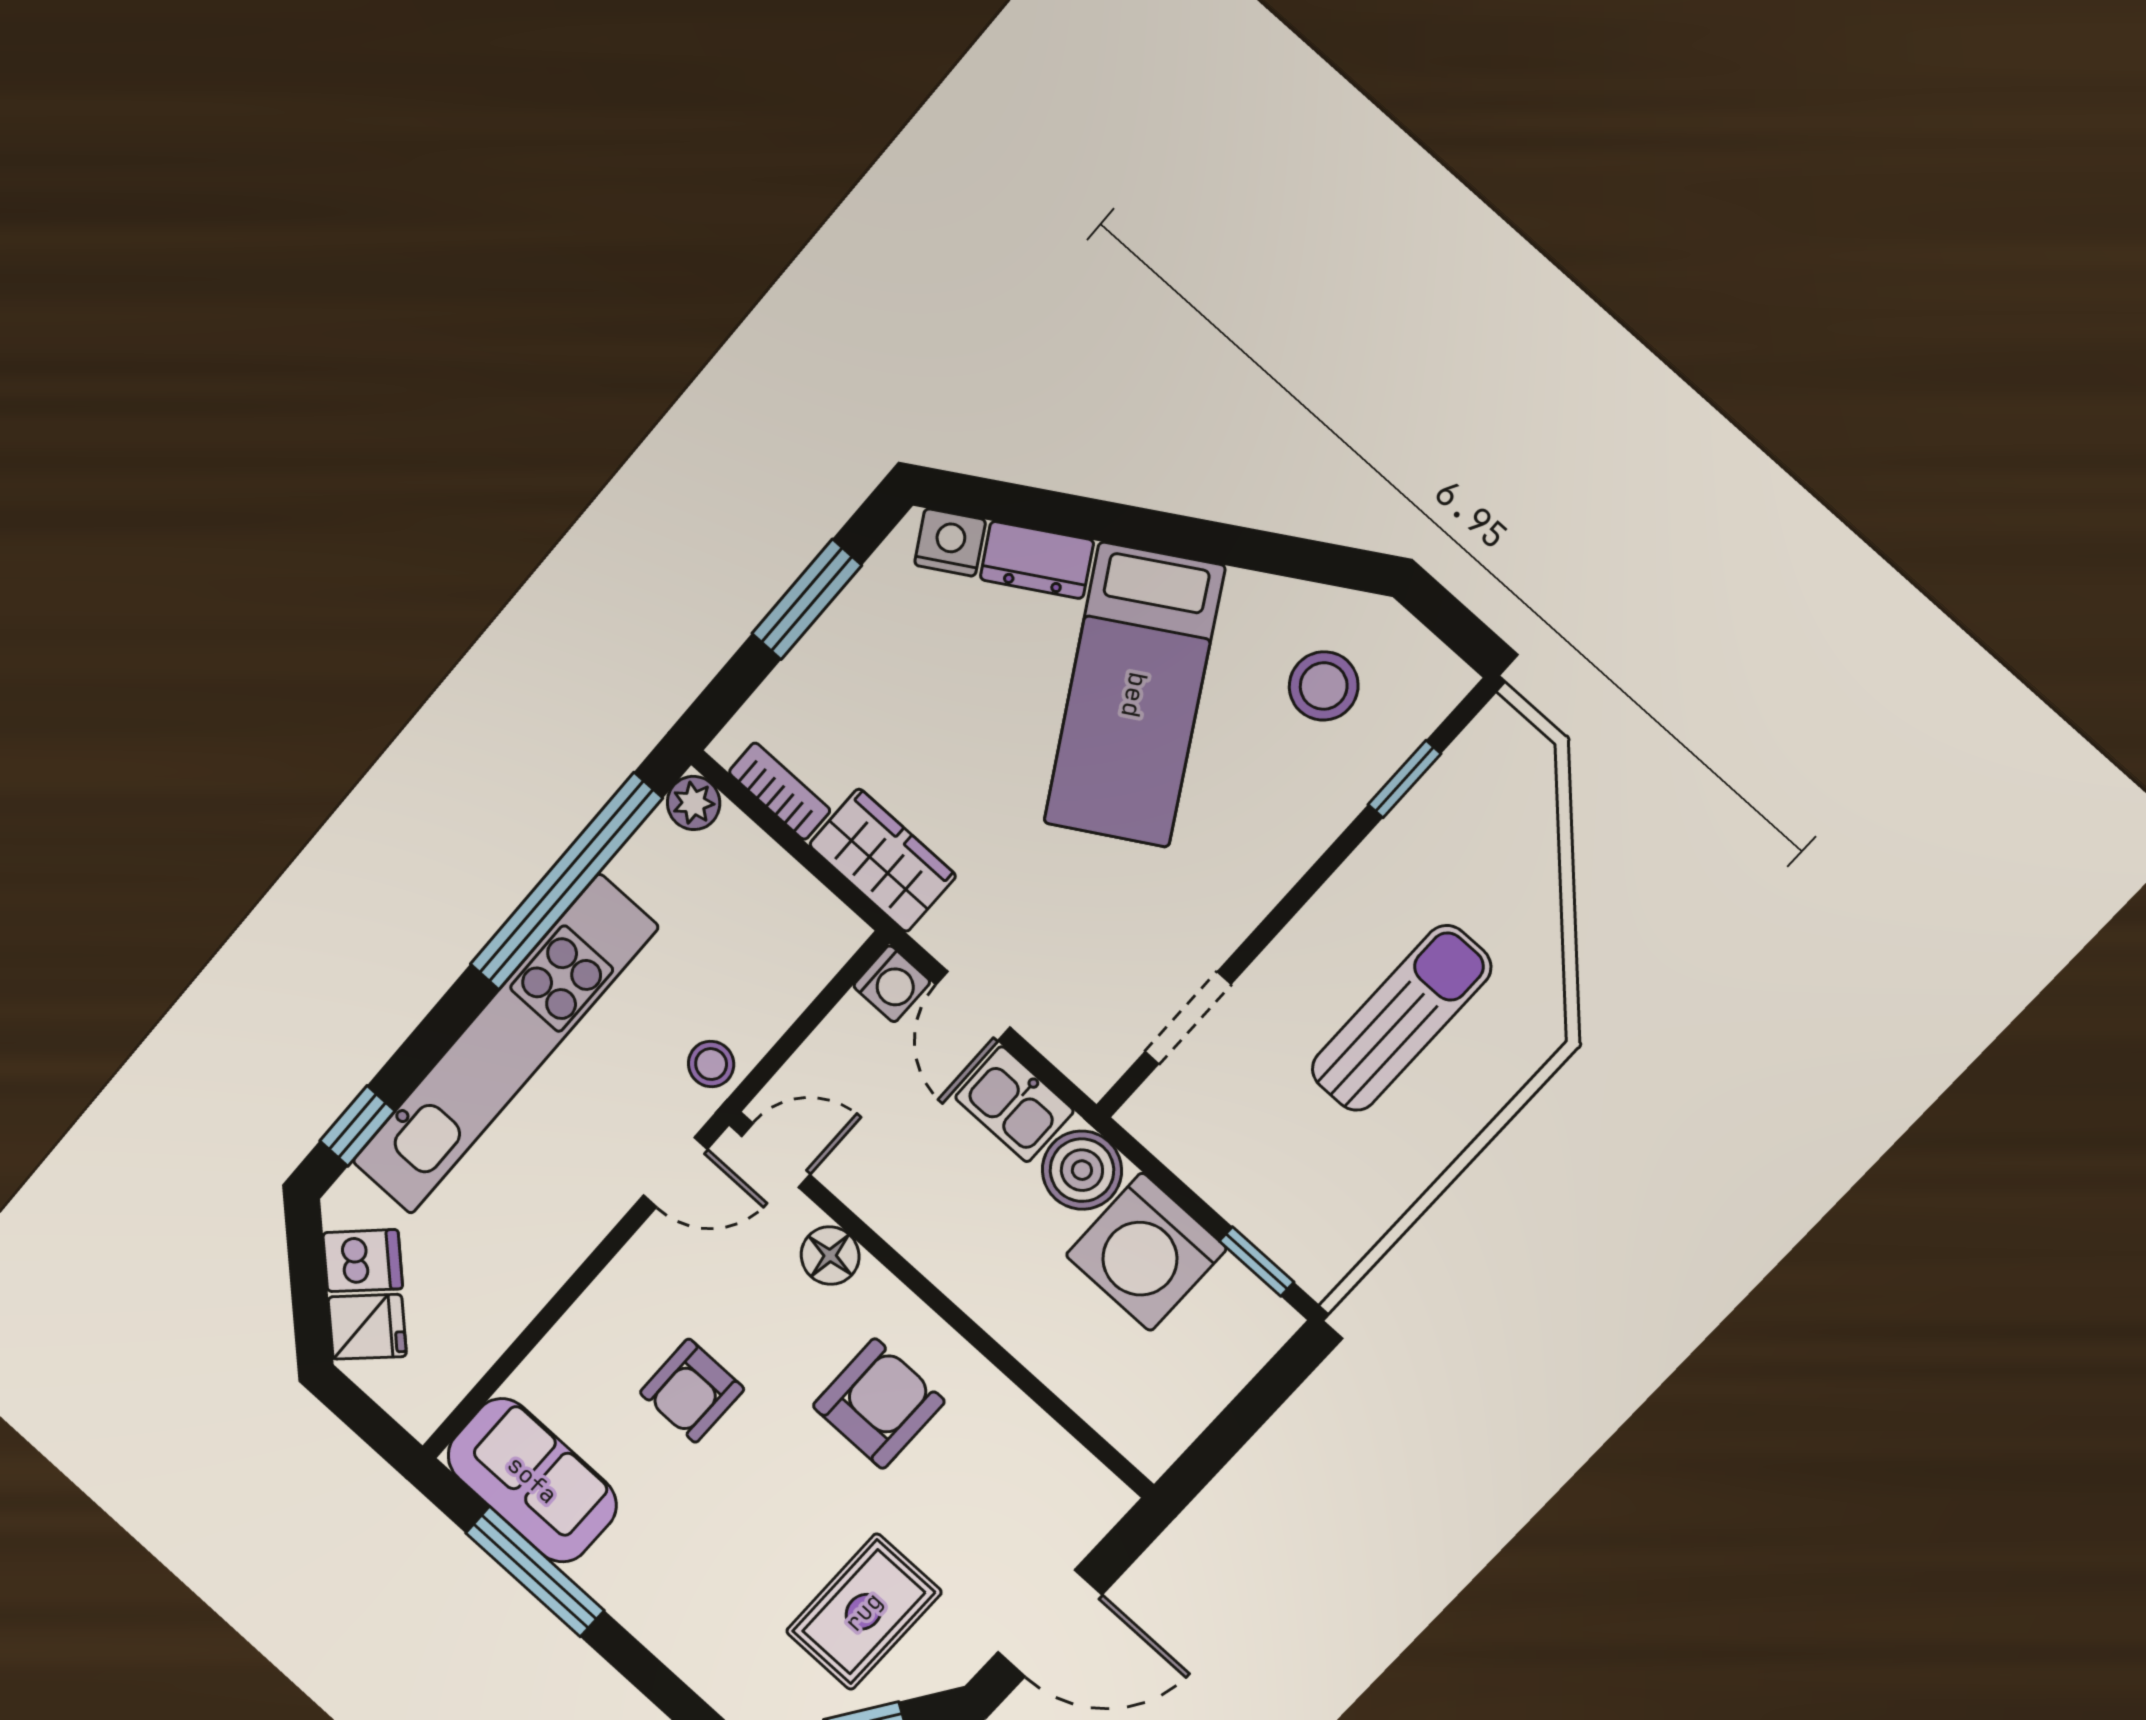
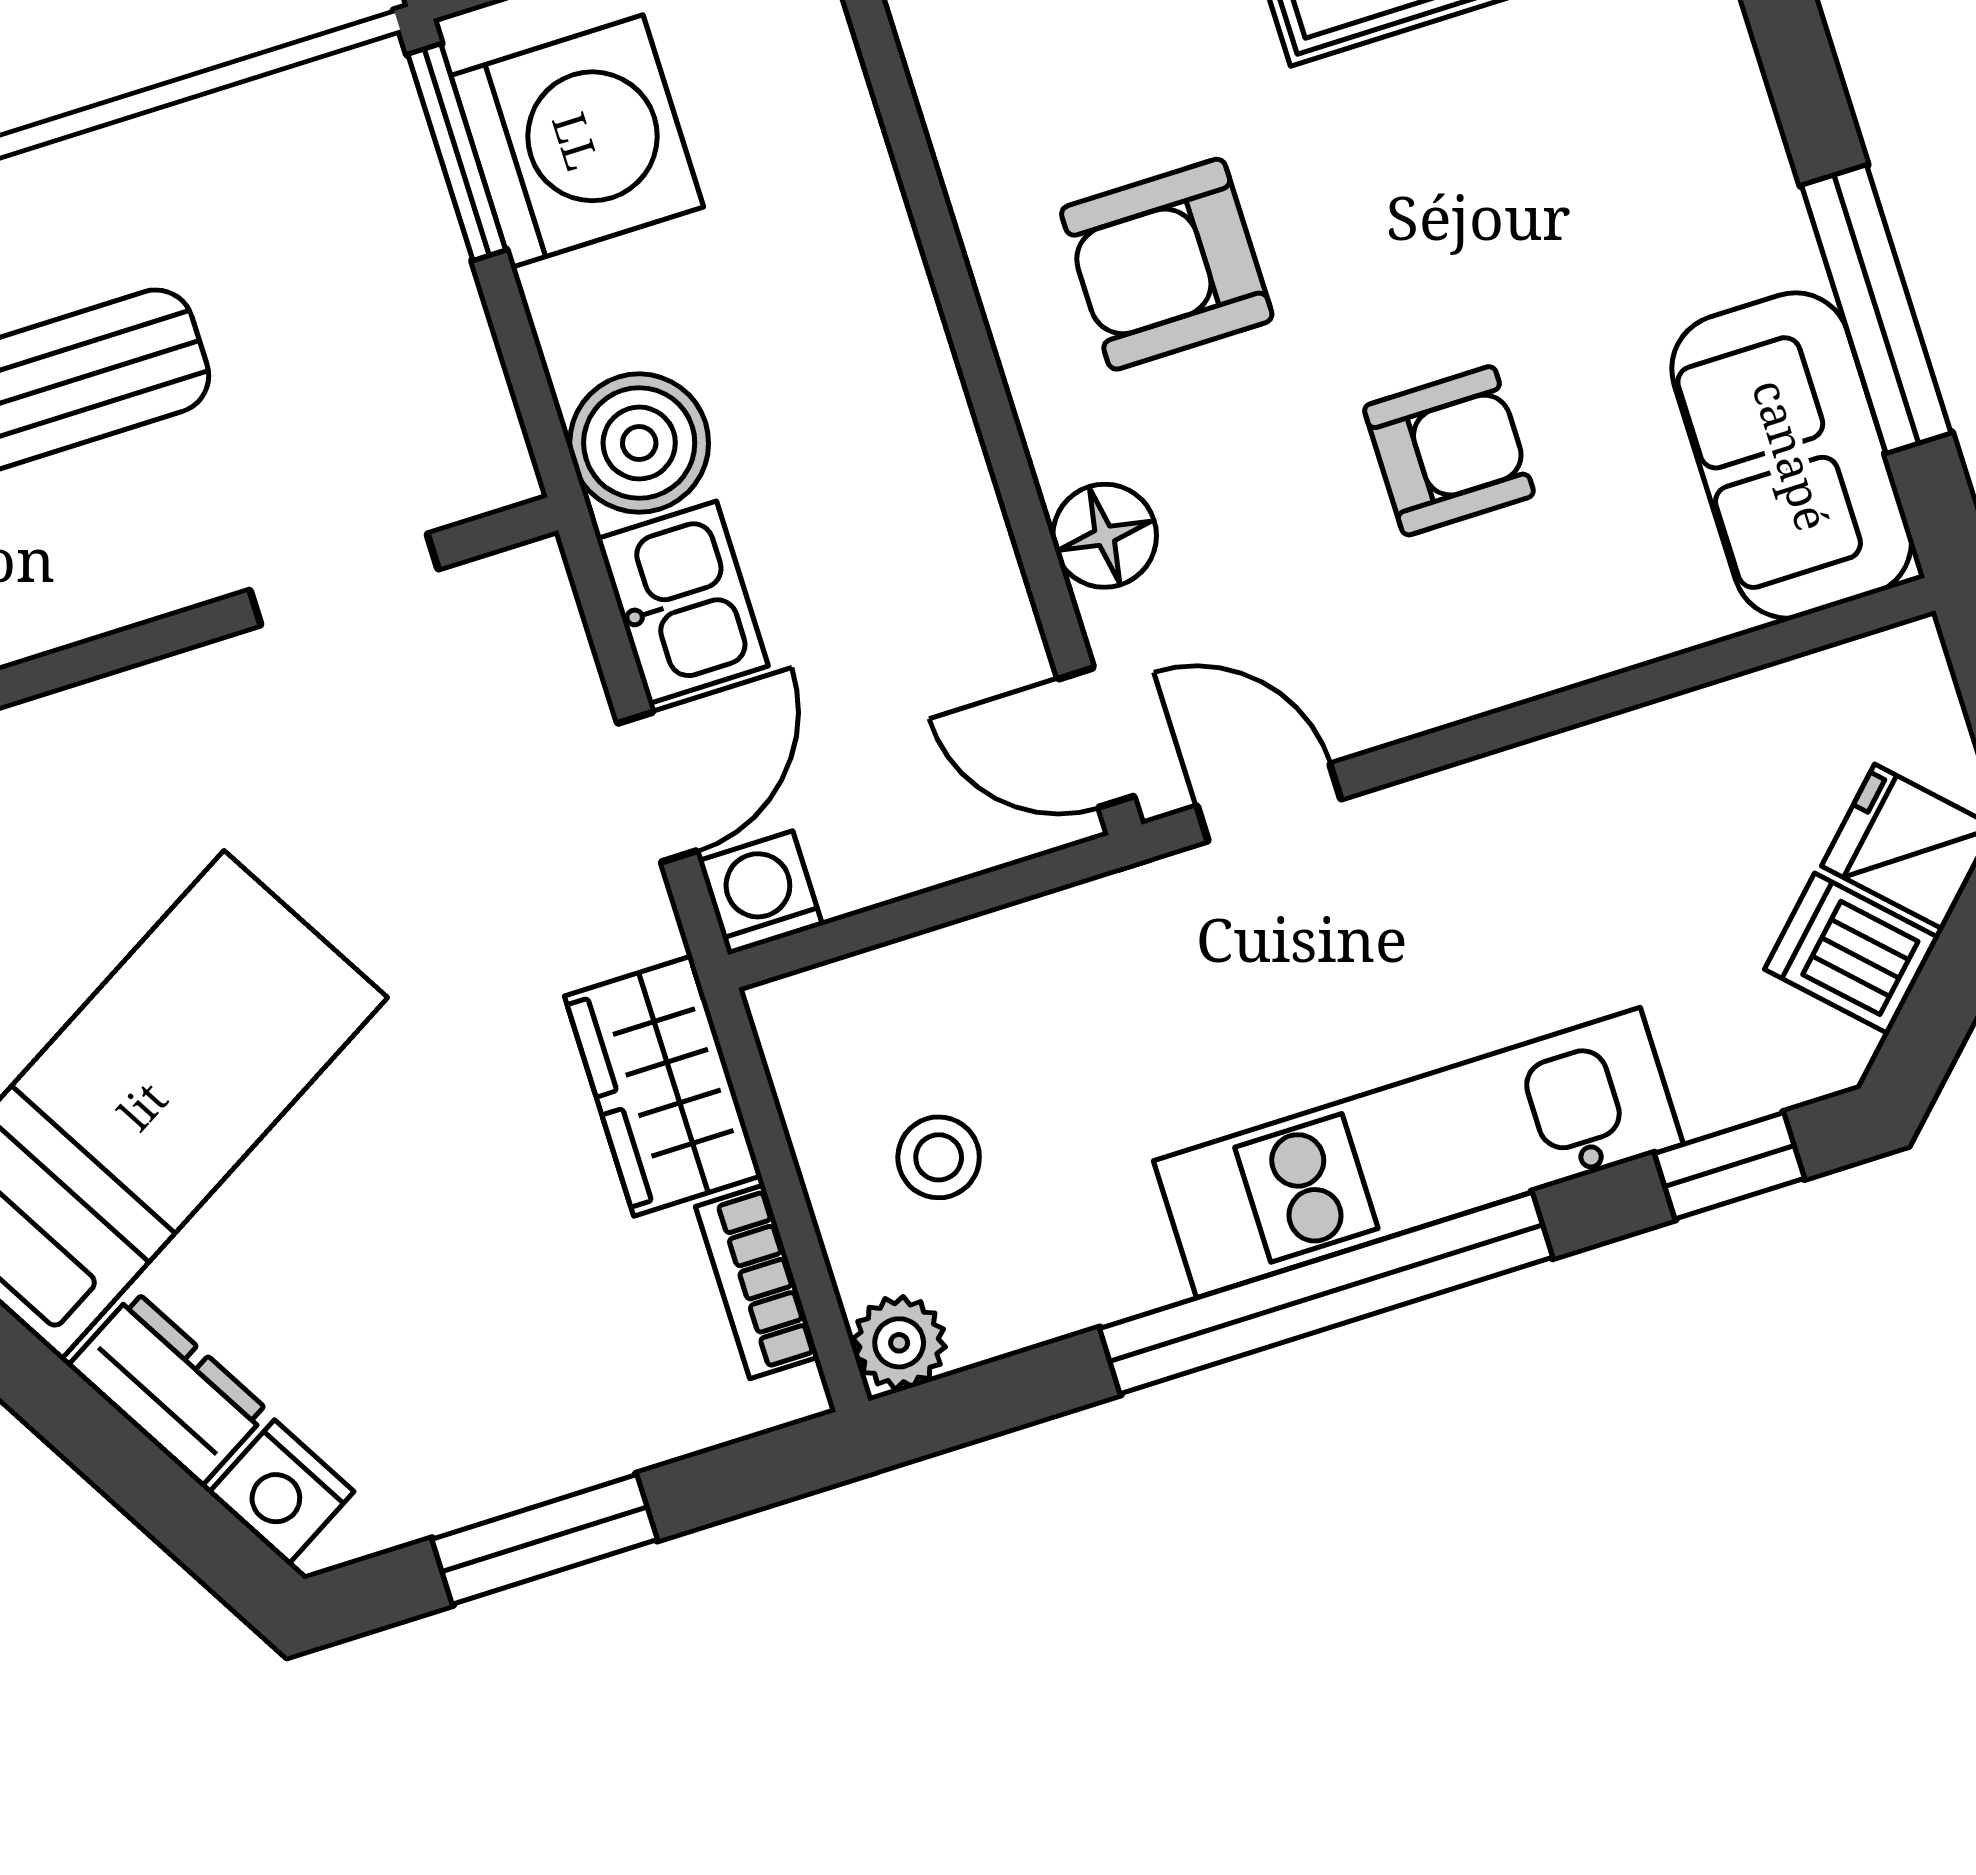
window: (566, 882) -> (1326, 1293), moved
kitchen unit: (504, 1045) -> (1418, 1153), width x0.73
stool: (711, 1064) -> (939, 1157), moved
washing machine: (1146, 1252) -> (577, 141), moved
window: (1257, 1261) -> (457, 152), width x1.50

